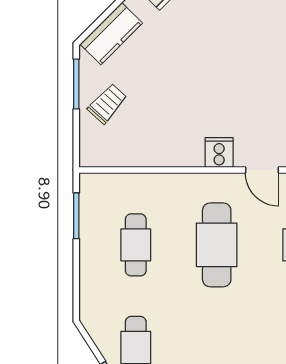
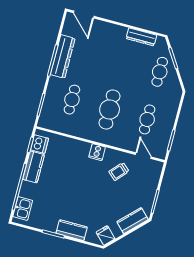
trolley: (107, 104) -> (119, 172), moved
door: (262, 170) -> (143, 156), moved

